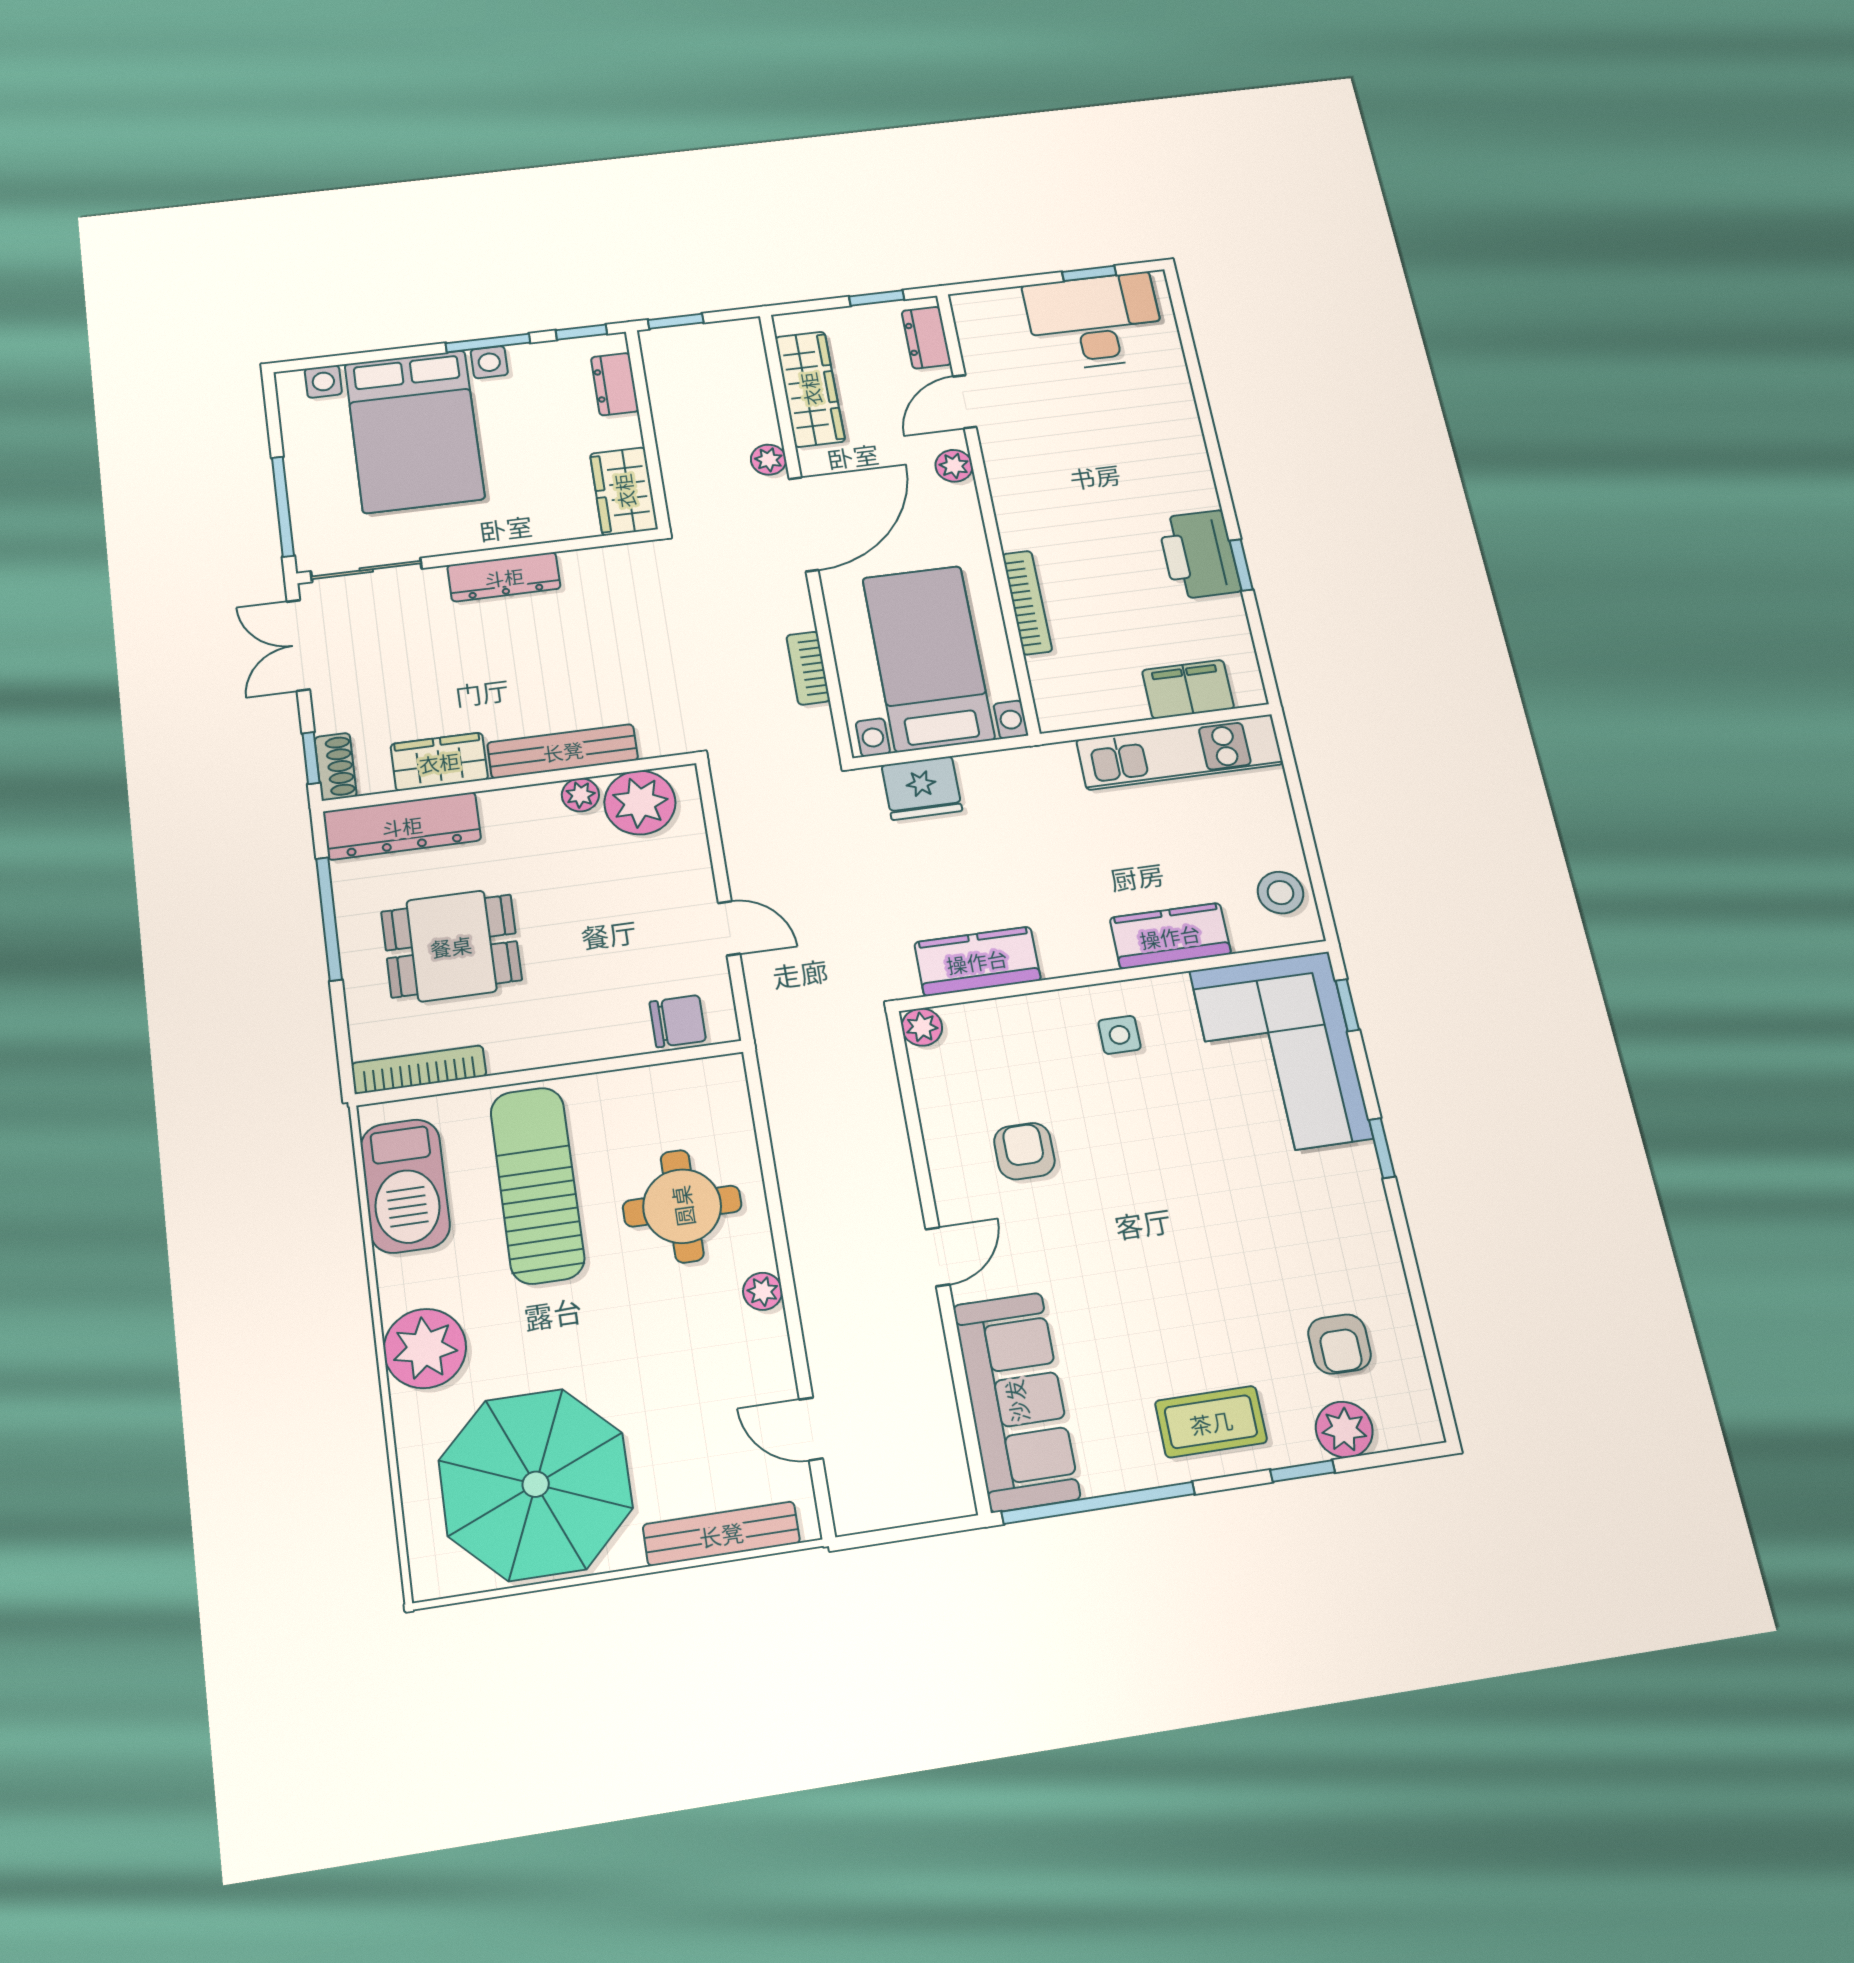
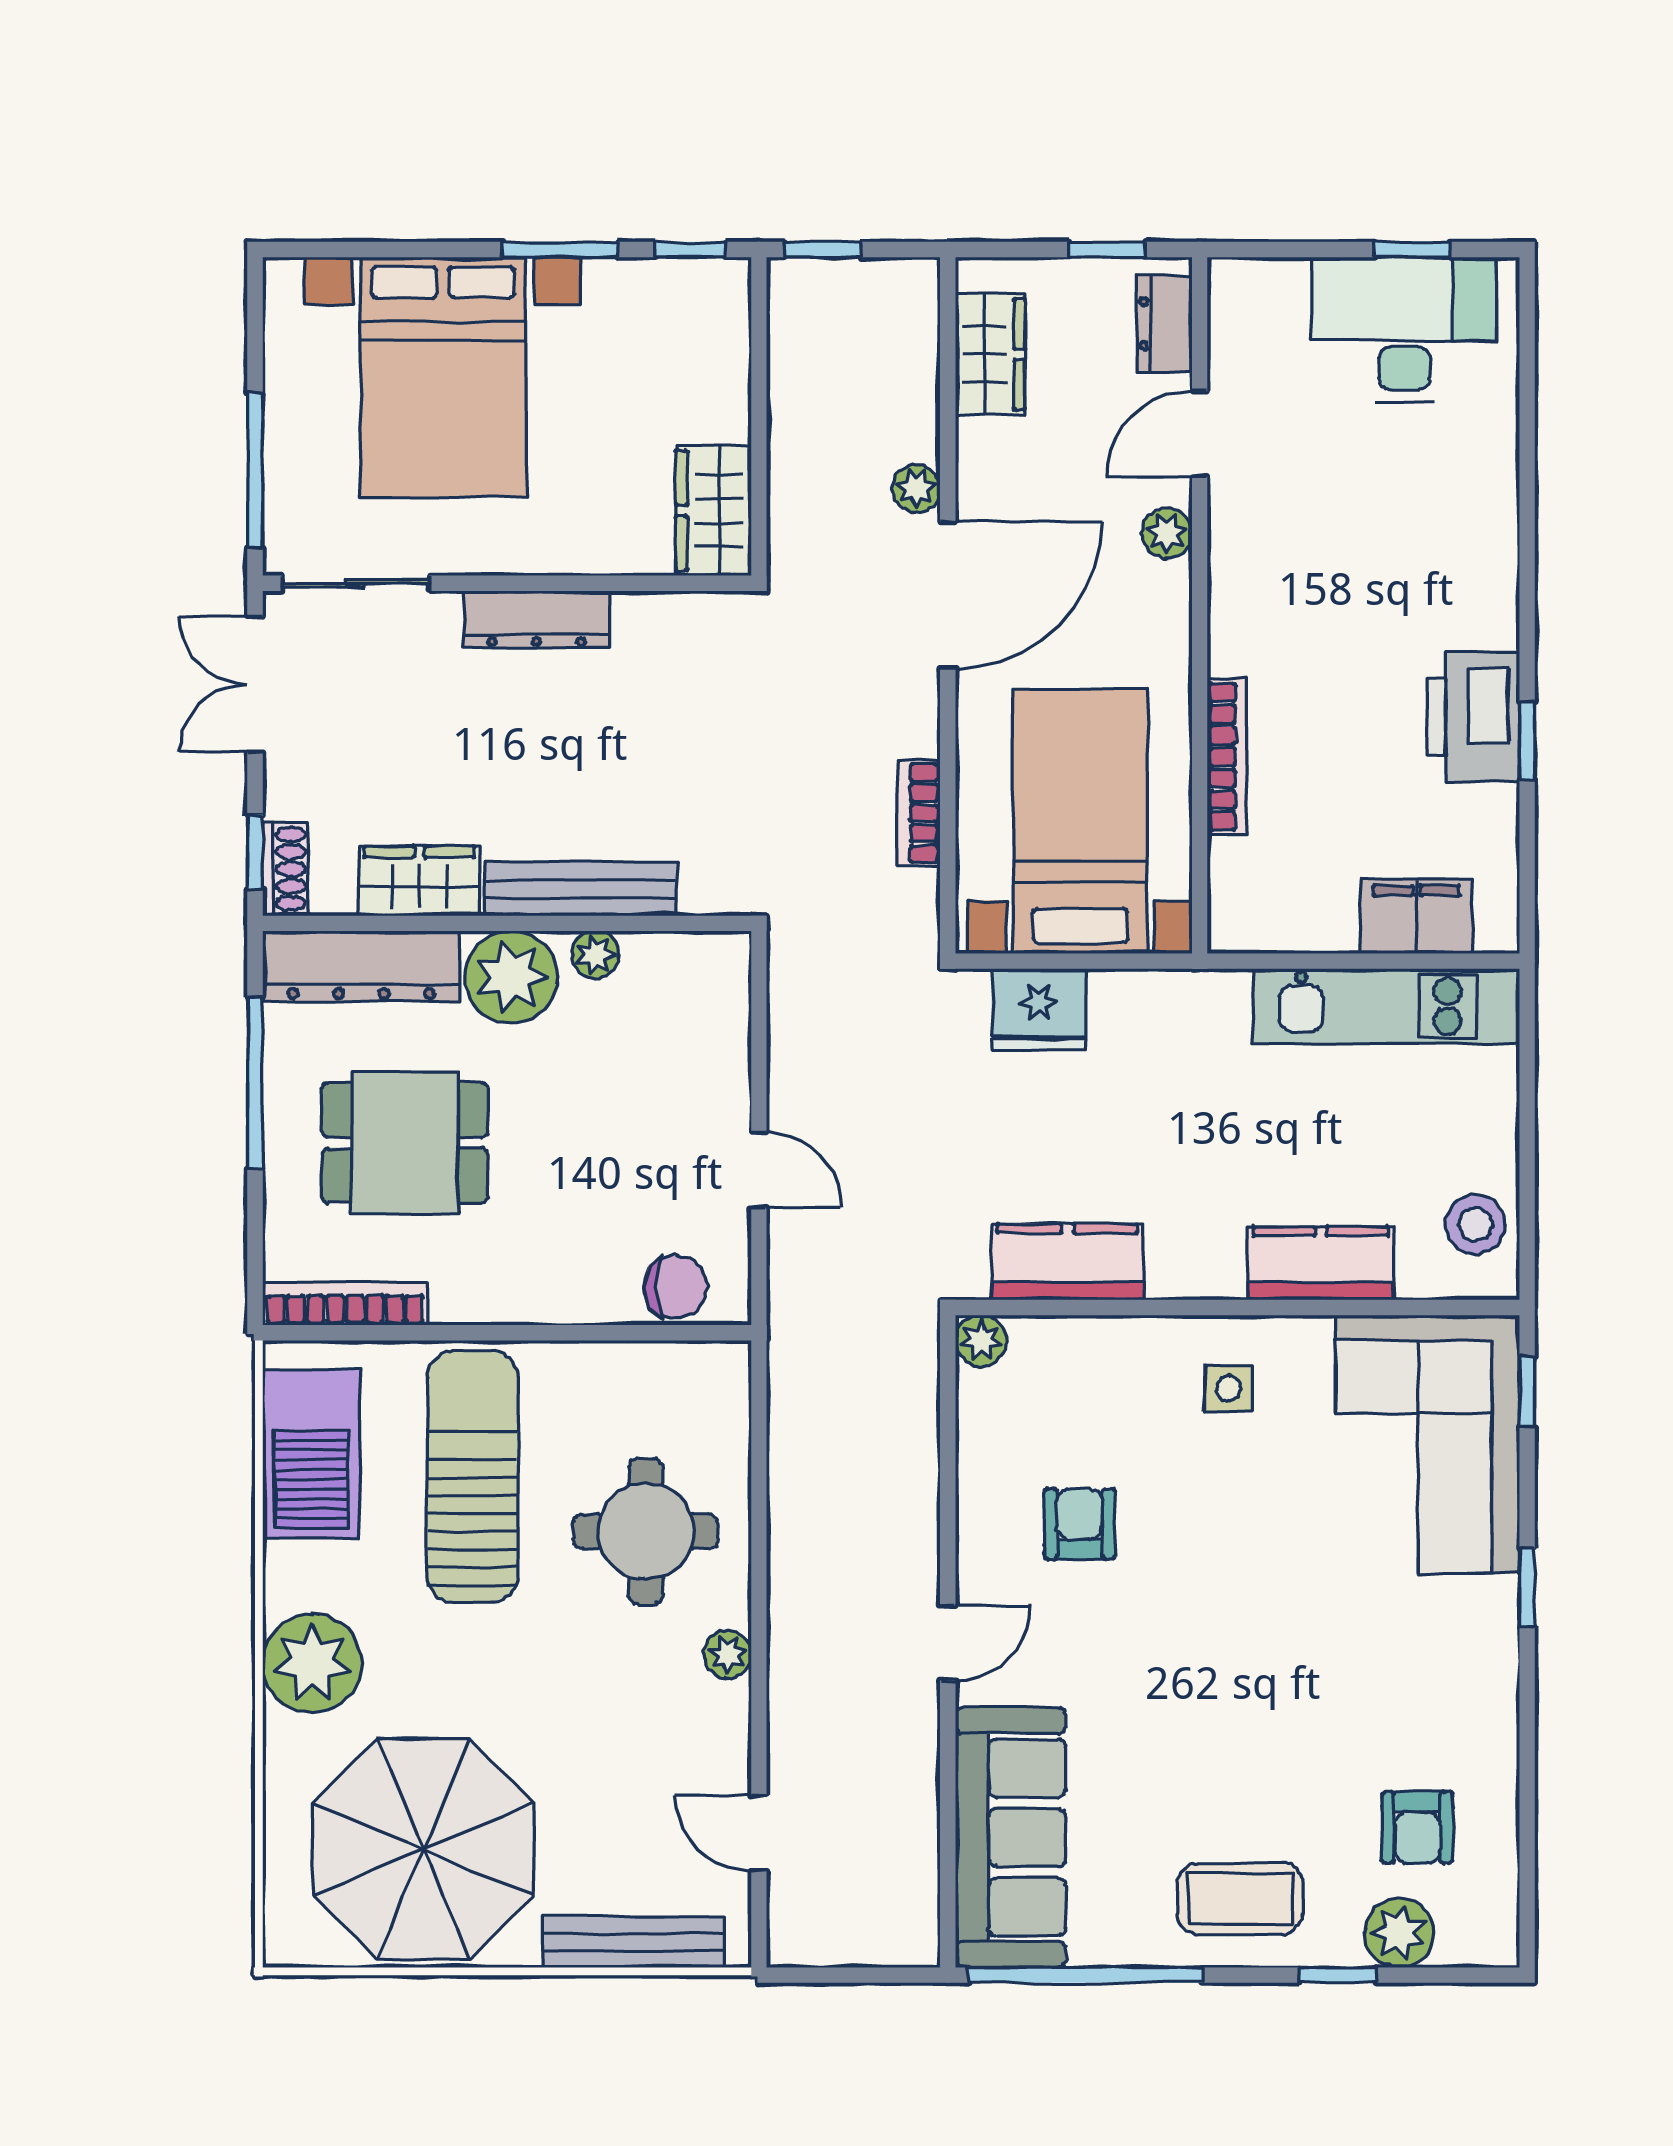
dresser: (615, 384) -> (724, 340), removed
wardrobe: (810, 389) -> (990, 354), width x0.67
plant: (640, 803) -> (511, 977), moved

